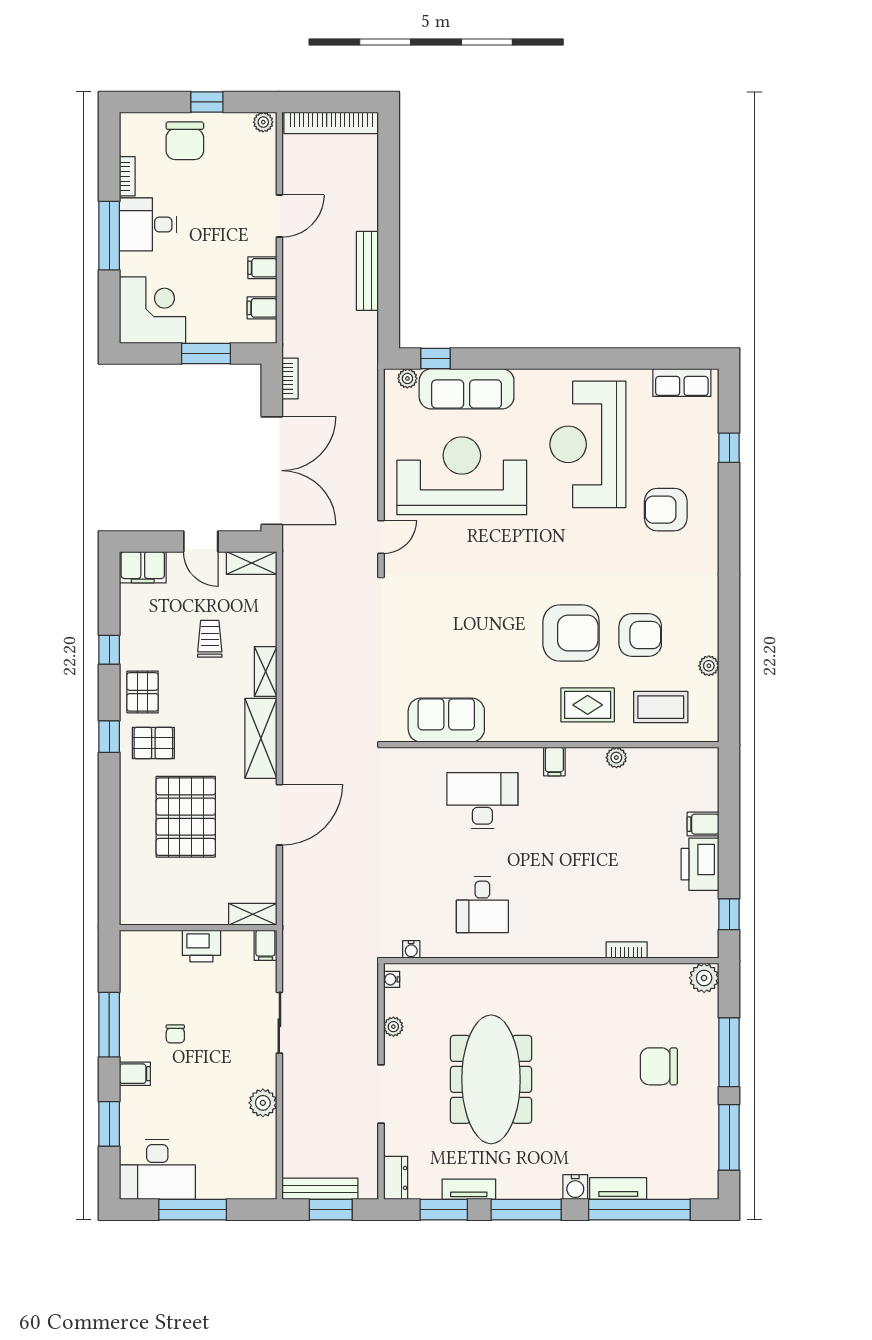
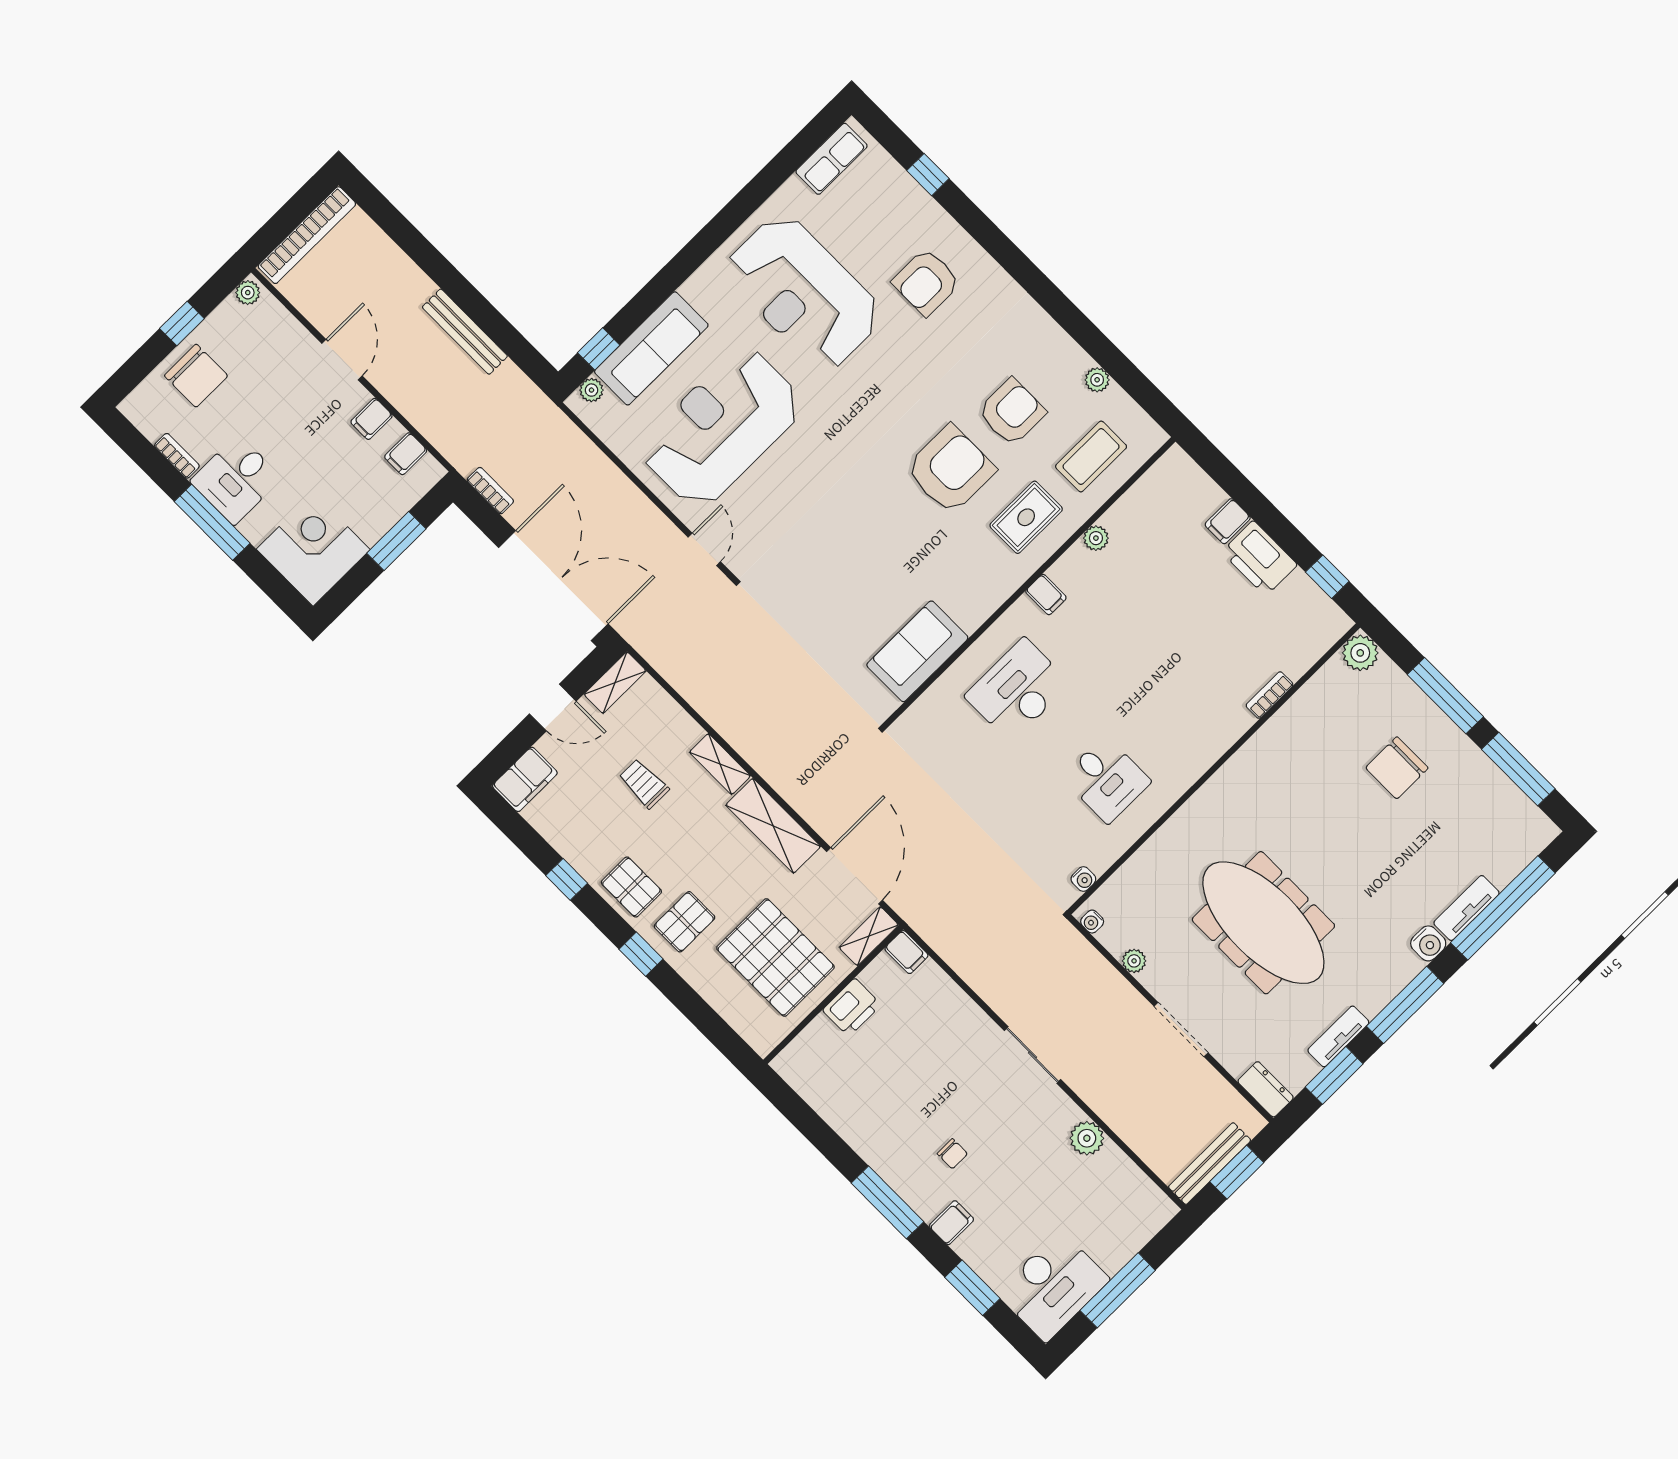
shelving: (253, 914) -> (869, 936), moved
wall: (198, 928) -> (833, 994), moved
filing cabinet: (265, 945) -> (906, 952), moved
printer: (201, 946) -> (852, 1007), moved

